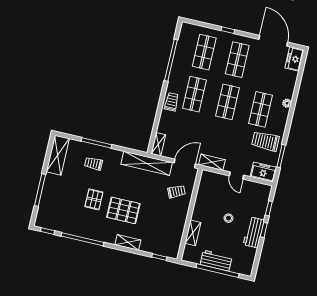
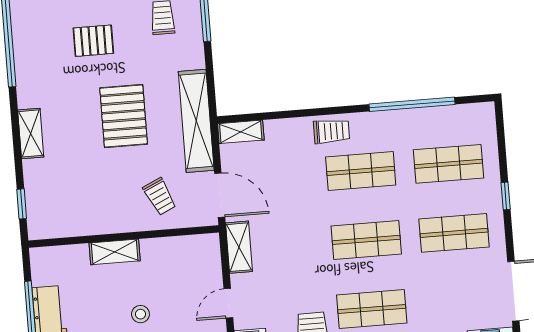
pallet: (123, 210) -> (124, 116), moved
shelving: (193, 233) -> (115, 252), moved

